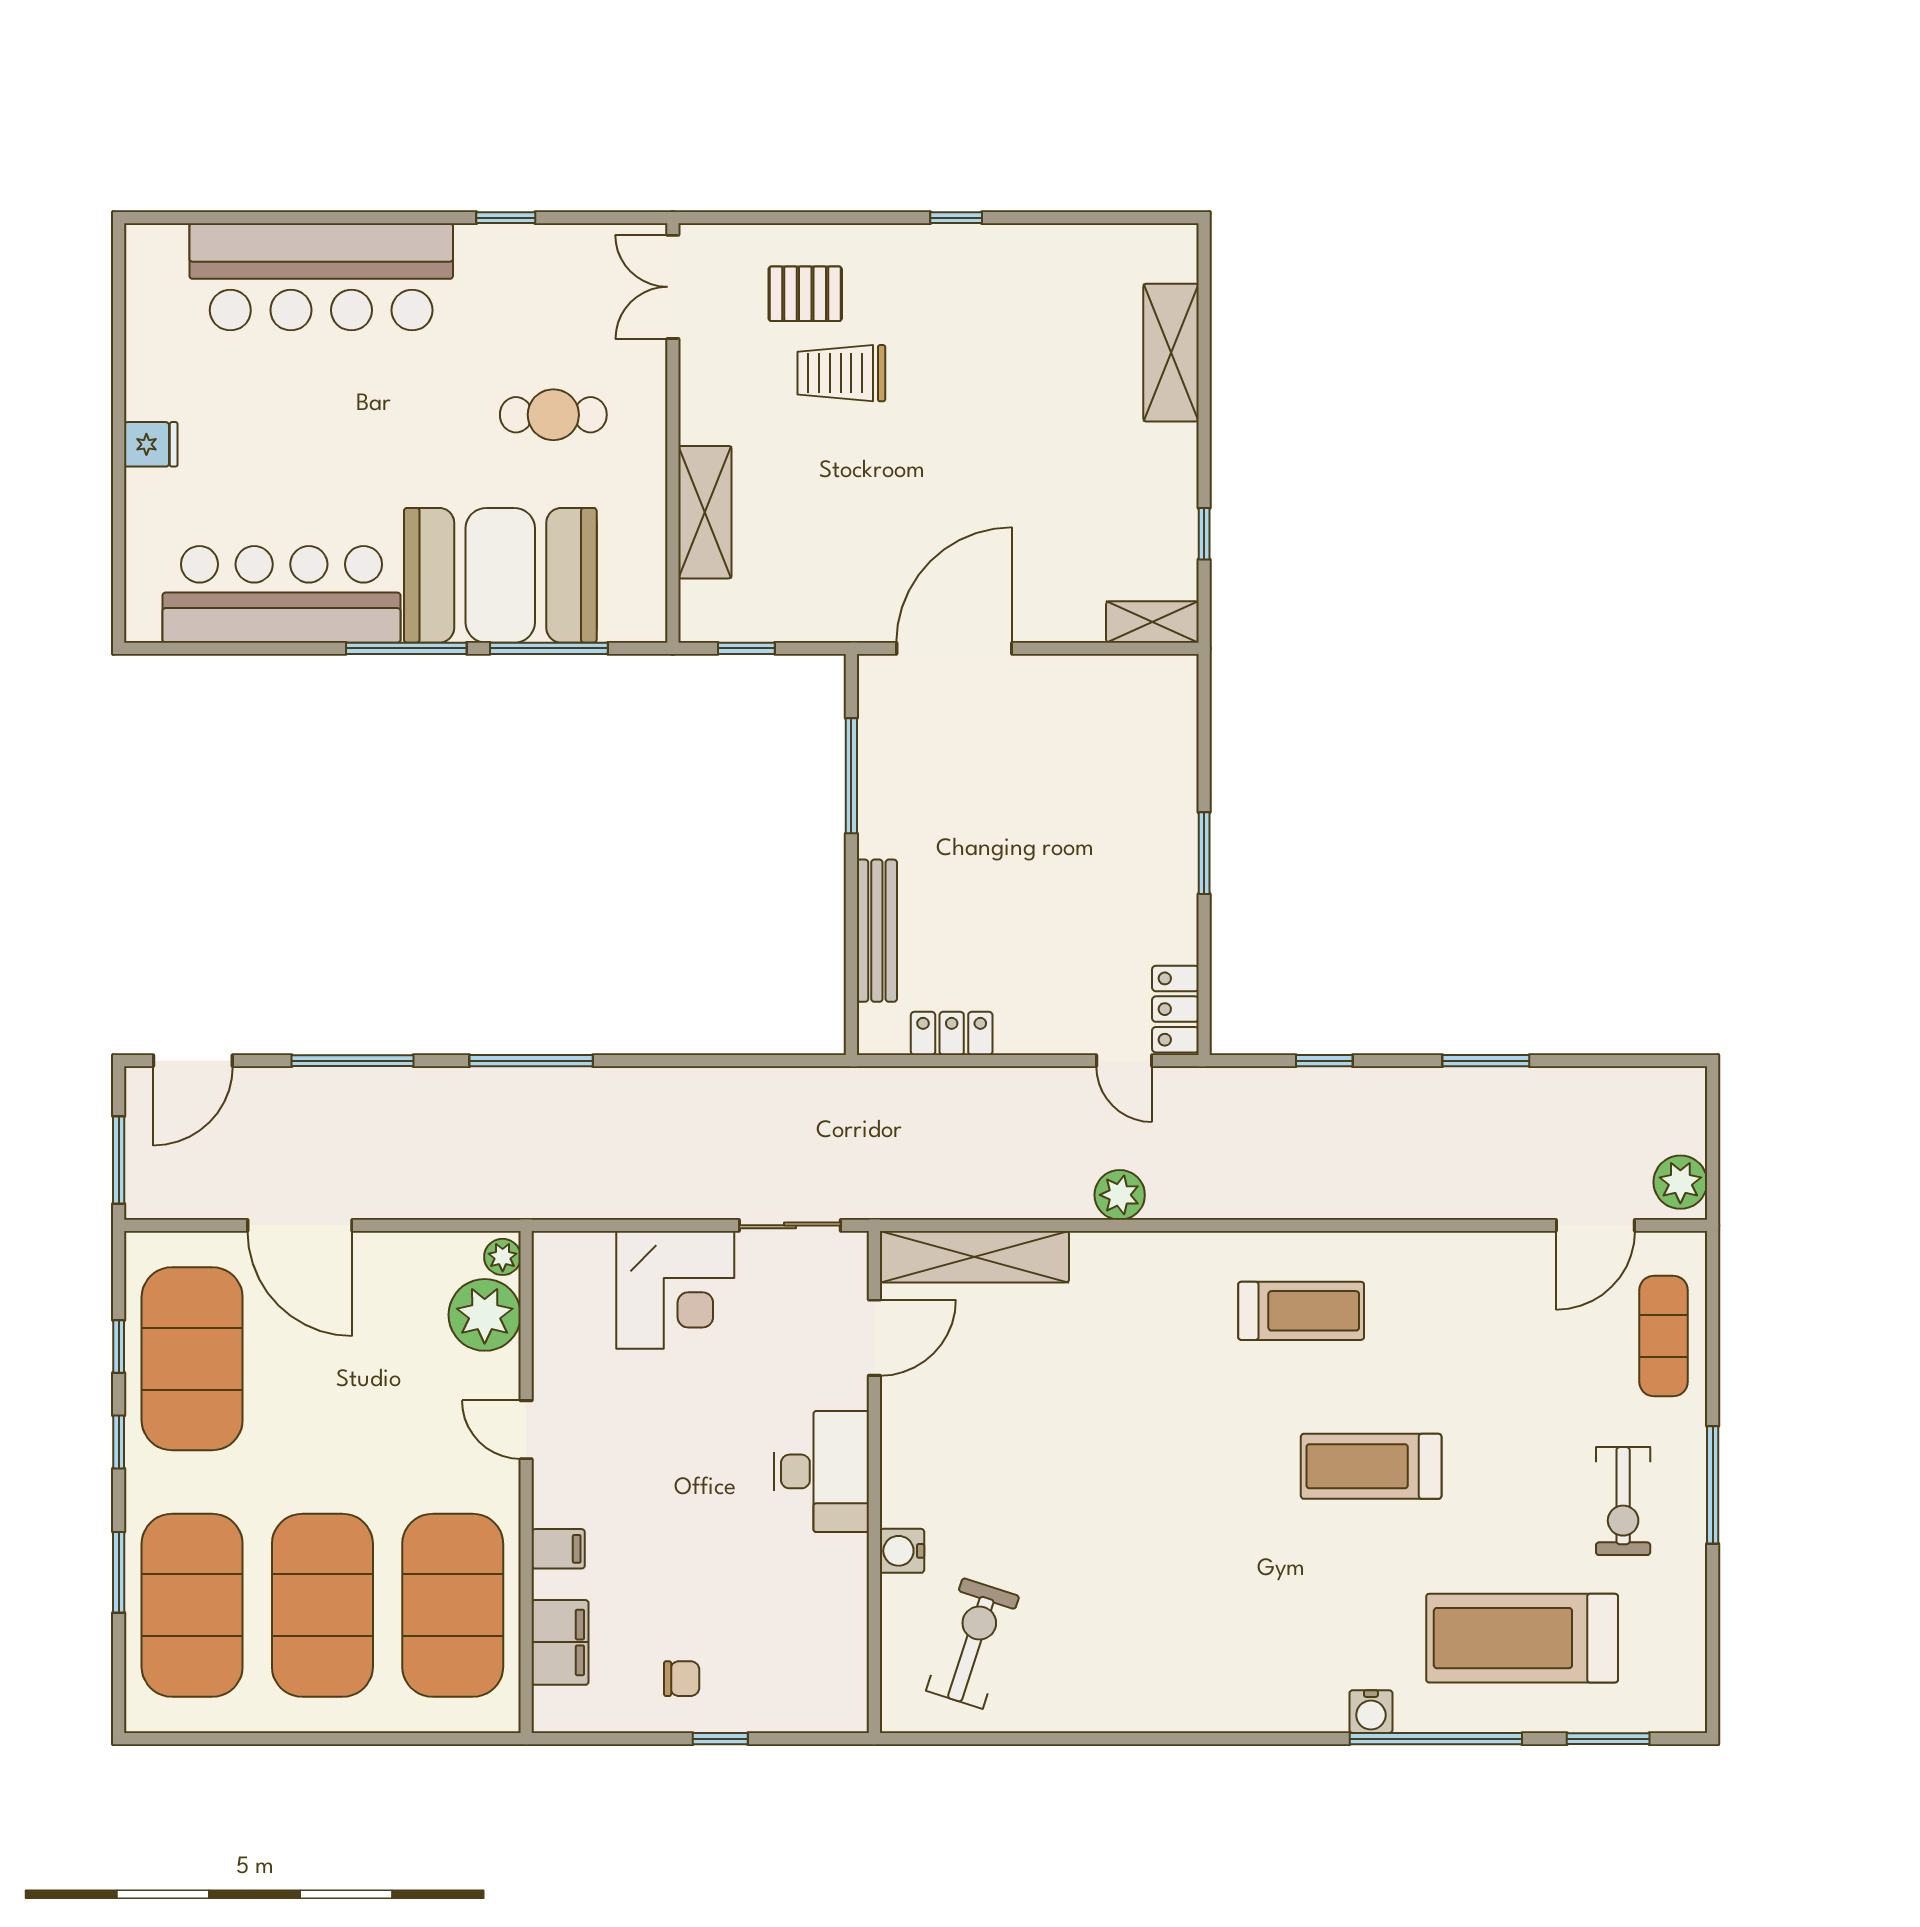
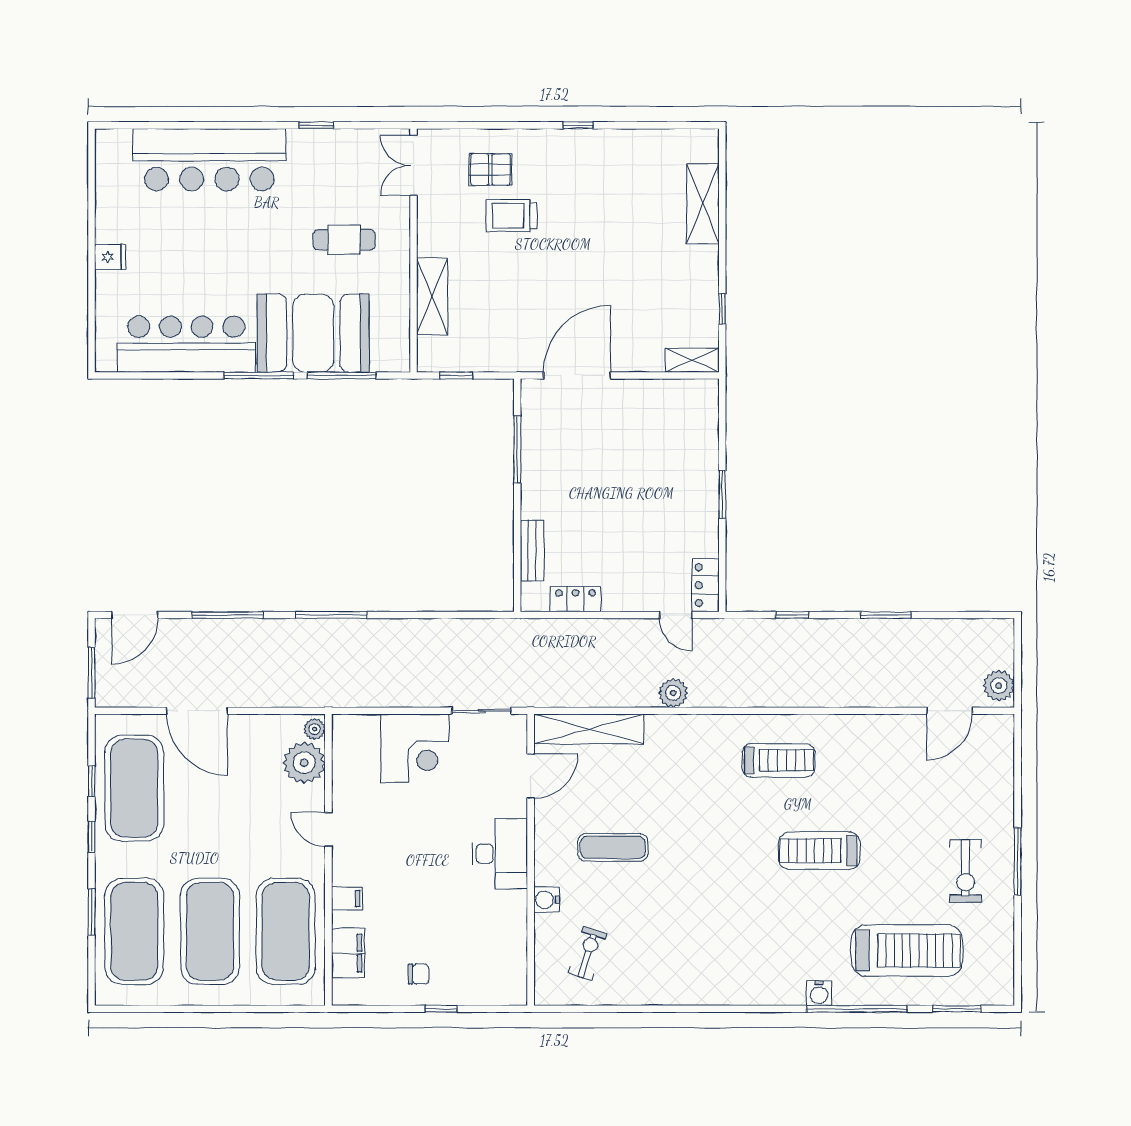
bench: (877, 931) -> (532, 551), width x0.73
exercise mat: (1664, 1336) -> (613, 847), moved, turned 90
treadmill: (1522, 1638) -> (907, 950), turned 180
exercise bike: (973, 1643) -> (588, 954), width x0.73, depth x0.72

